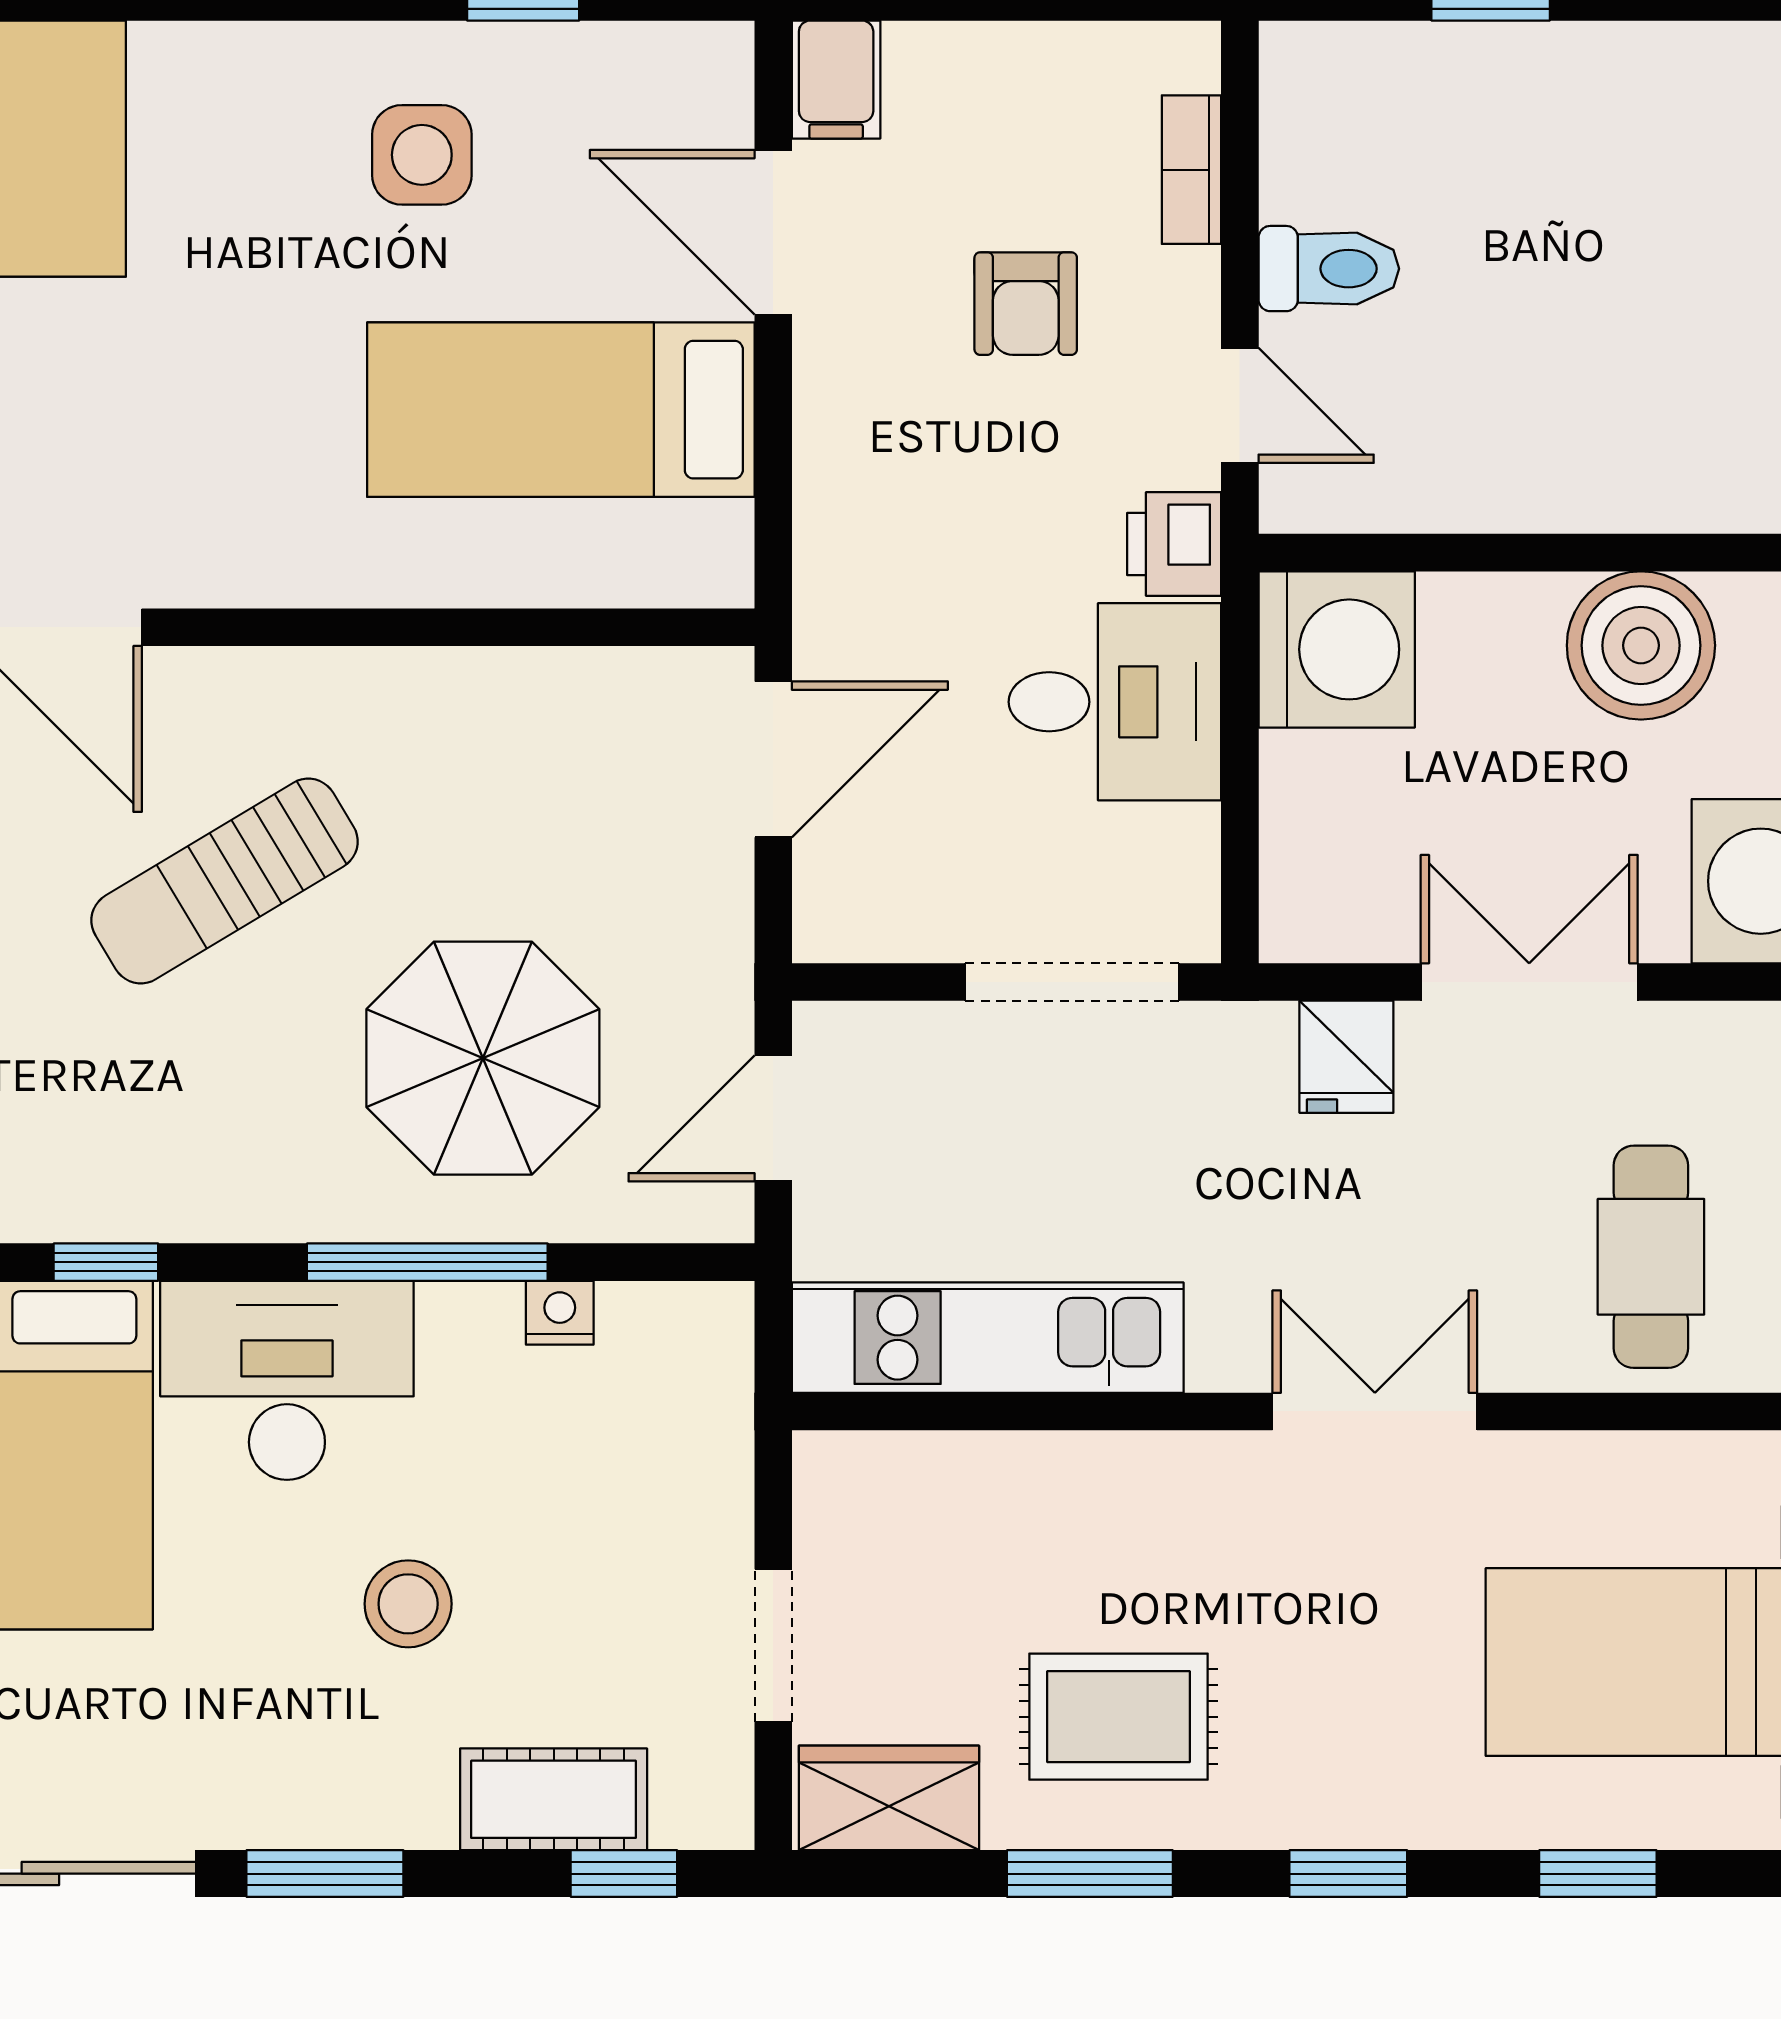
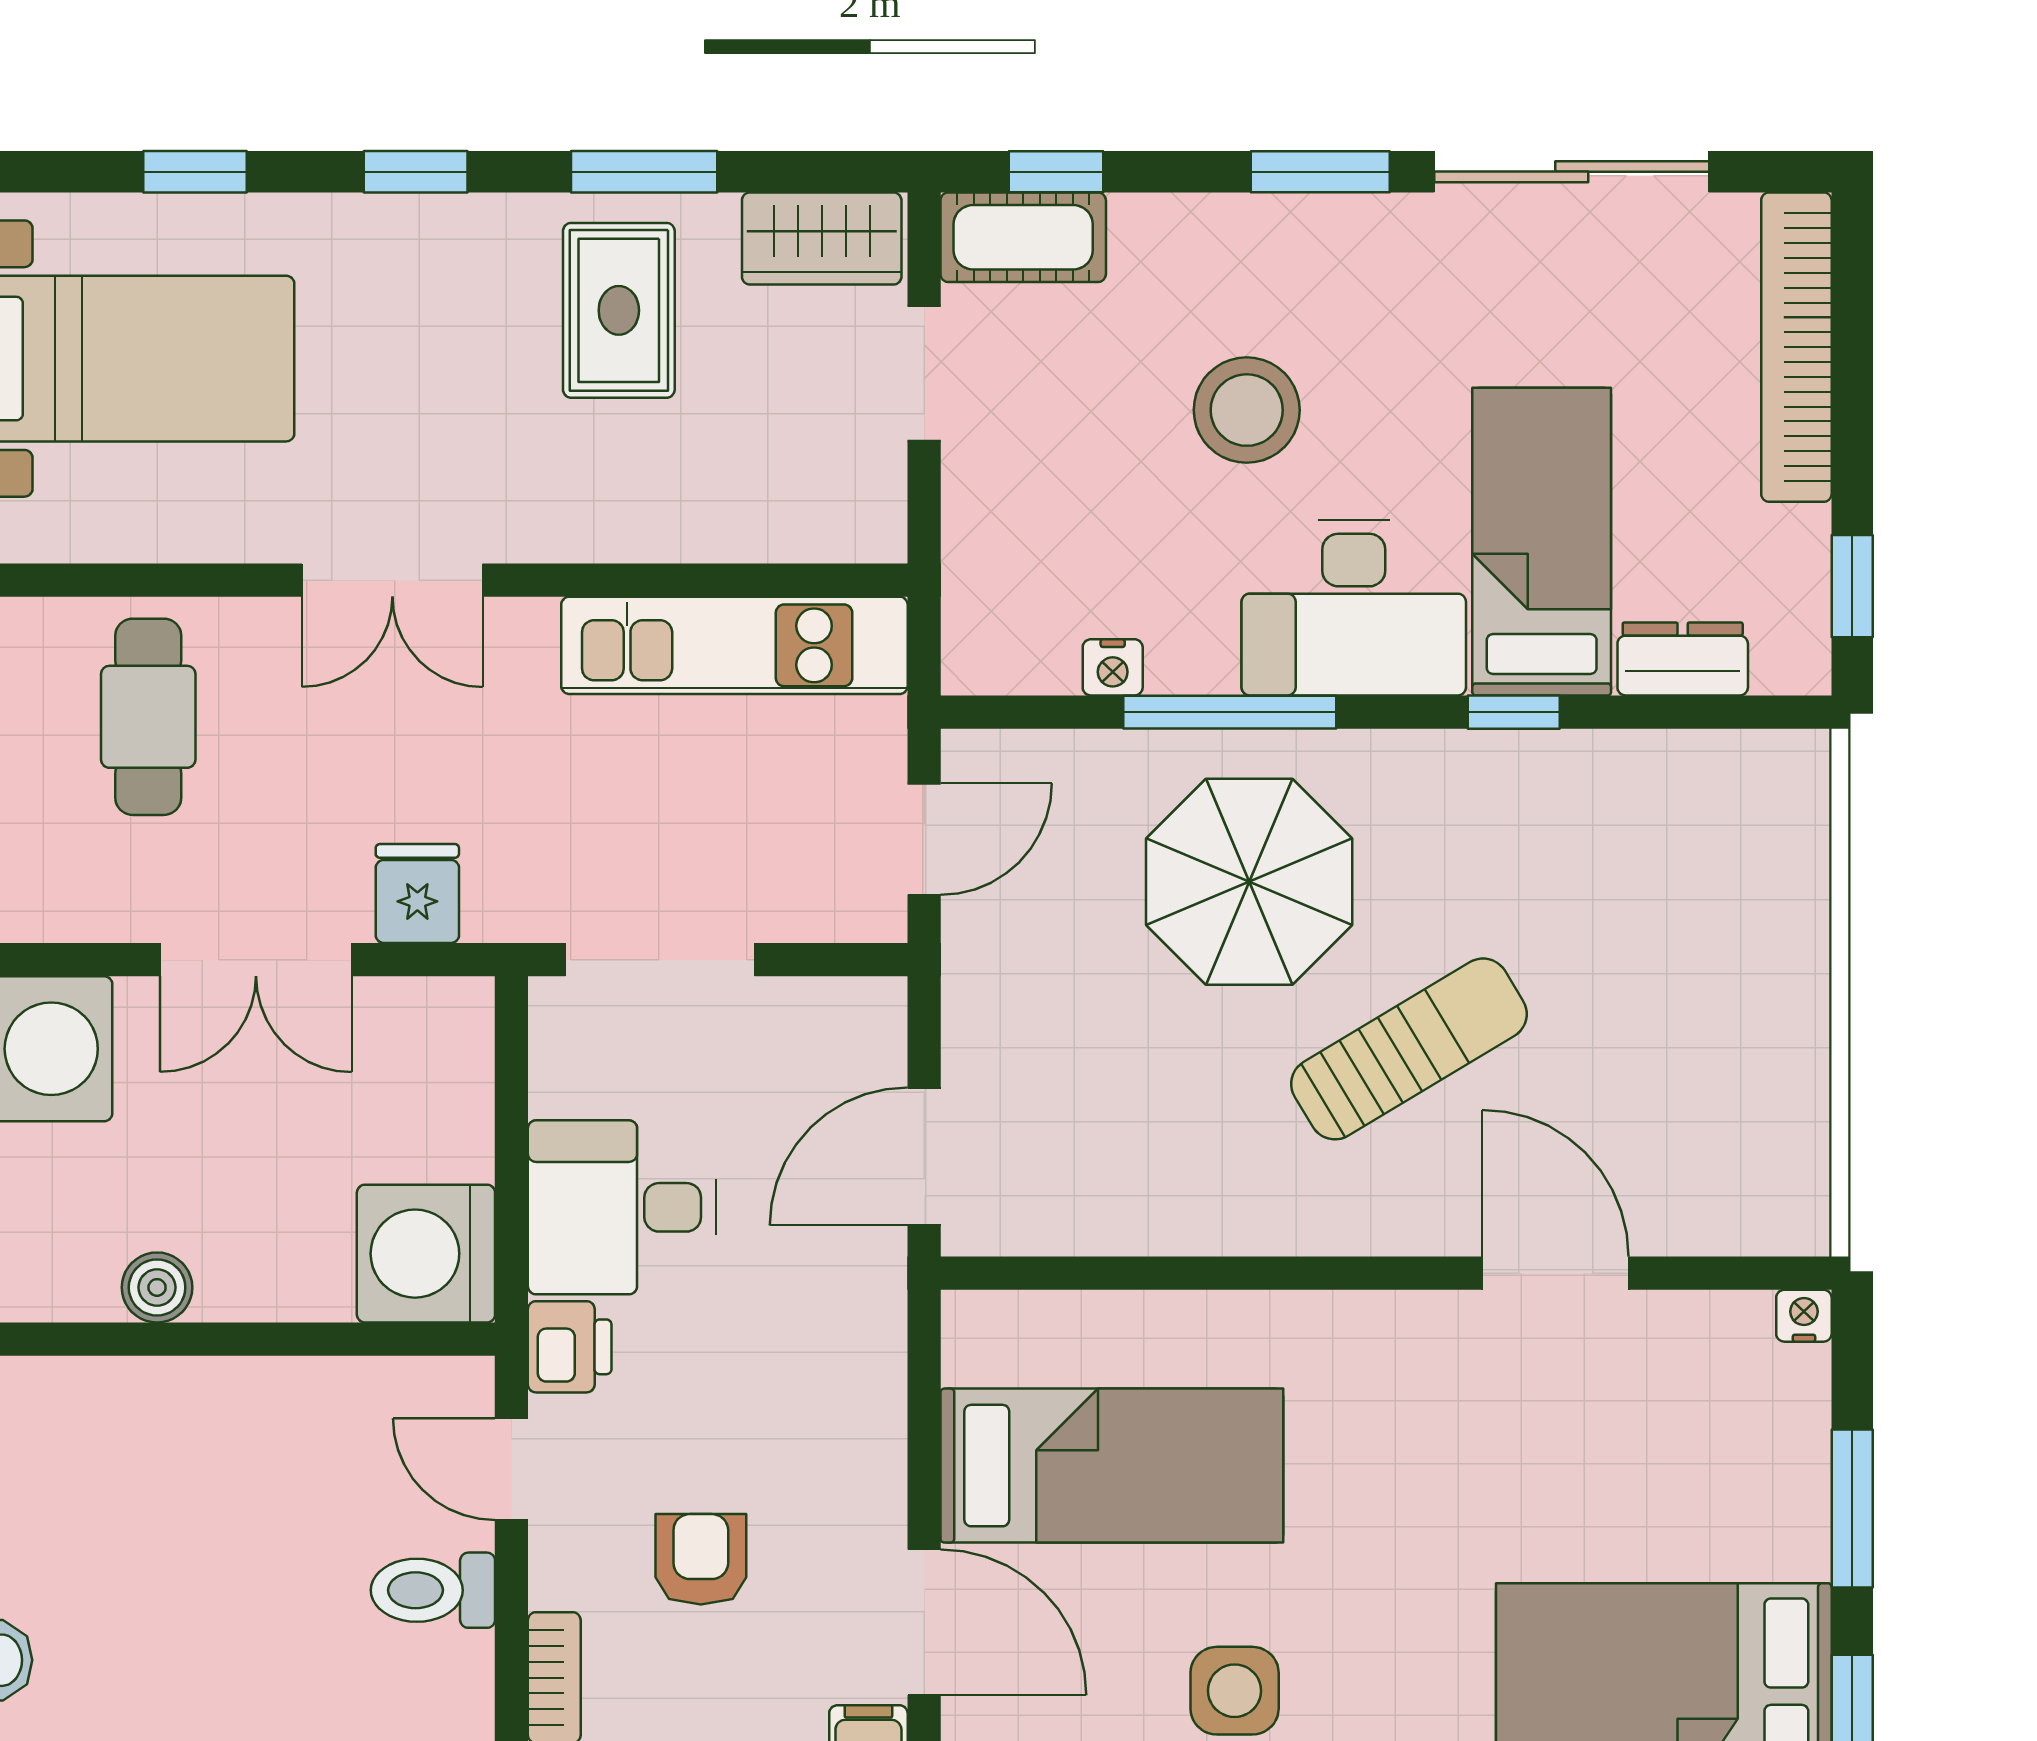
boiler: (1641, 645) -> (157, 1287), width x0.54, depth x0.54
parasol: (483, 1058) -> (1249, 882), moved
stool: (408, 1604) -> (1247, 410), width x1.38, depth x1.38
rug: (1118, 1717) -> (619, 310), turned 90
cot: (554, 1799) -> (1023, 237), moved

